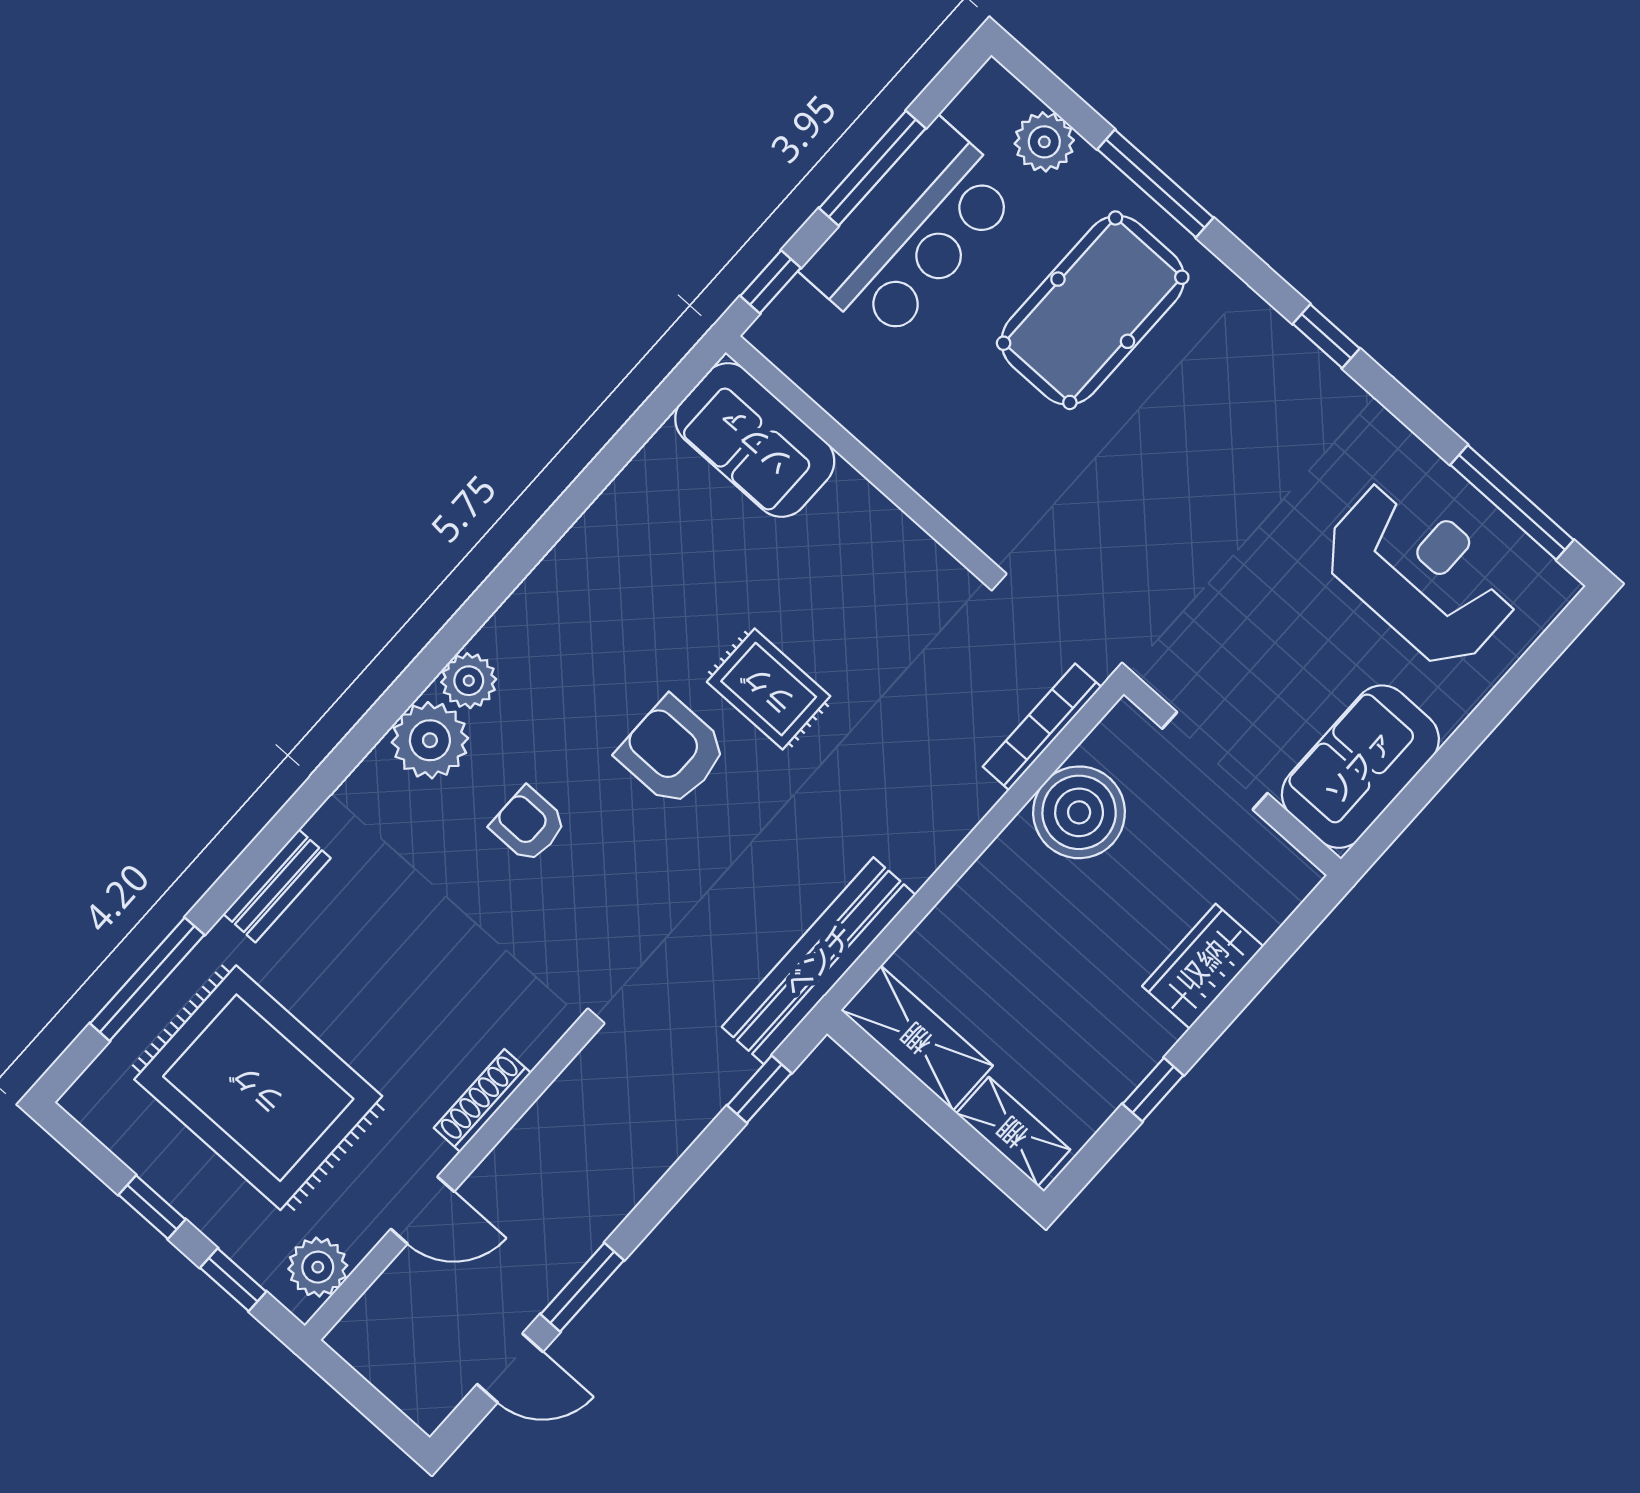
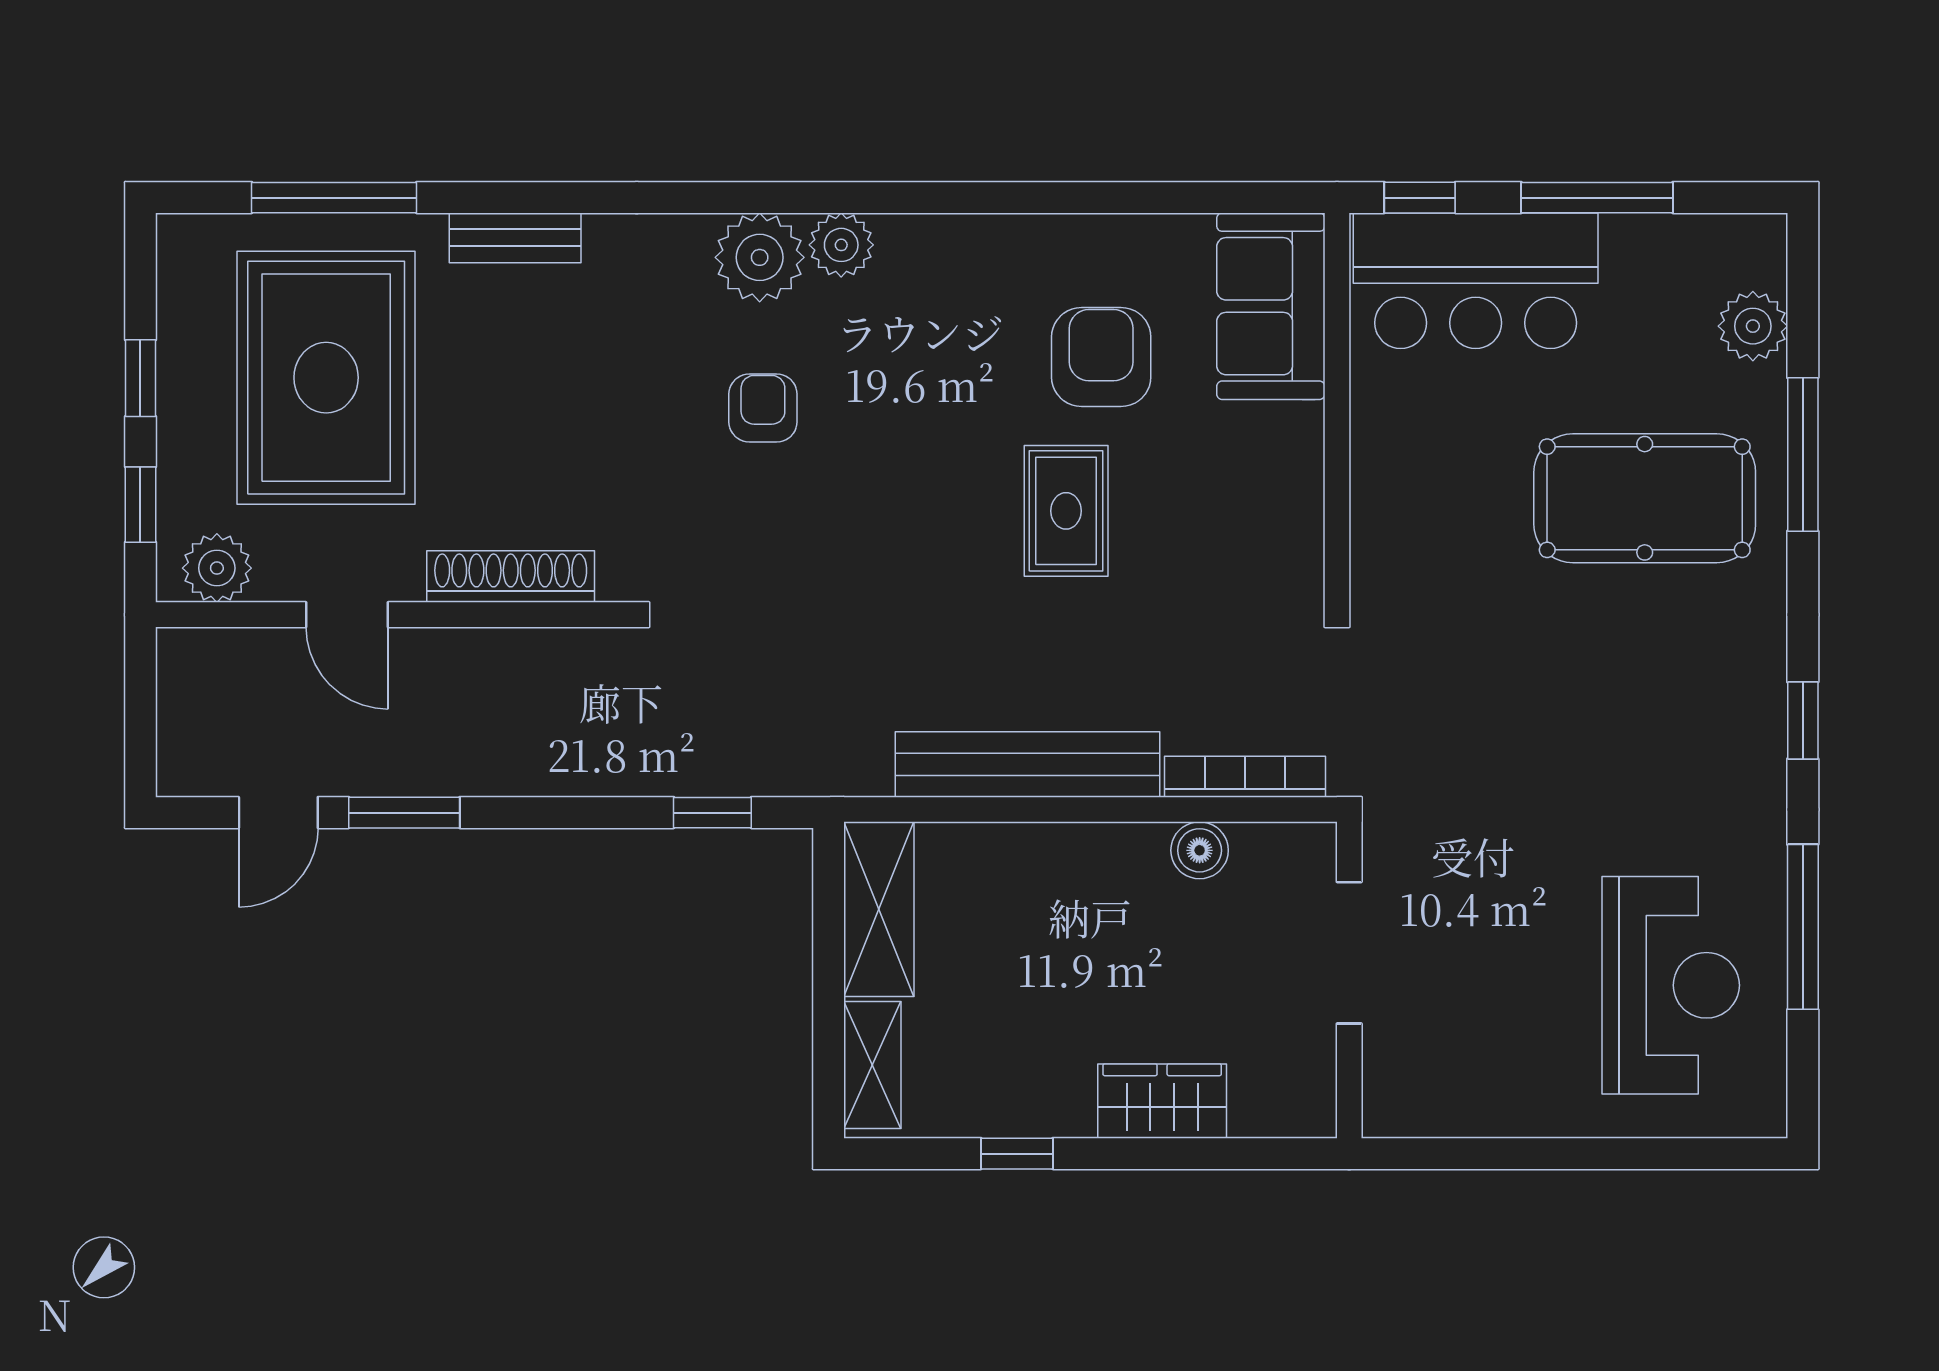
bar counter: (912, 232) -> (1476, 281), moved
window: (1512, 502) -> (1803, 927), moved
armchair: (672, 752) -> (1101, 357), moved
sofa: (1360, 767) -> (1457, 1083), removed
boiler: (1079, 812) -> (1200, 850), width x0.54, depth x0.54
bench: (819, 961) -> (1028, 764), moved
shoe rack: (482, 1100) -> (511, 577), width x1.36, depth x1.24
door: (510, 1368) -> (278, 813), hinge flipped

